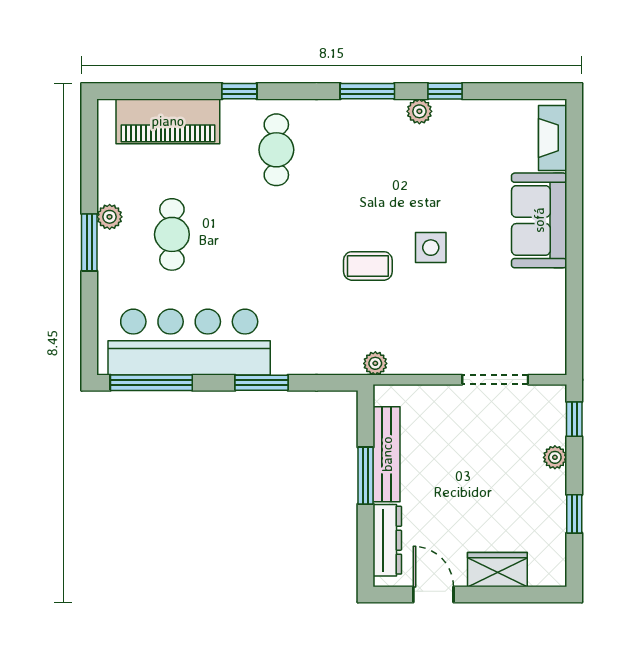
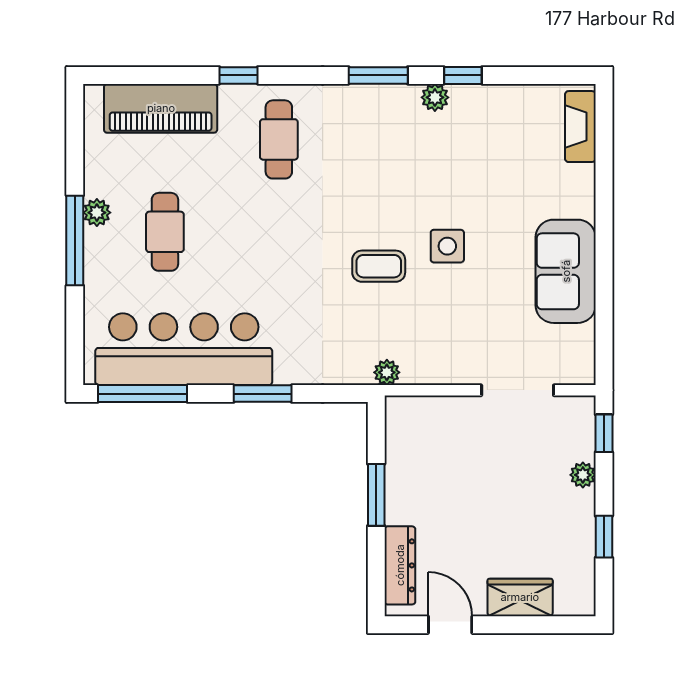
sofa: (539, 220) -> (566, 271), moved
window: (89, 242) -> (75, 241), width x1.44
bench: (387, 454) -> (399, 472), removed

